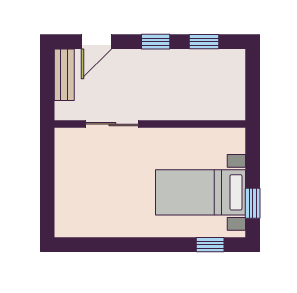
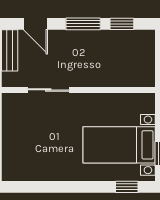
door: (97, 42) -> (36, 24), hinge flipped
window: (156, 42) -> (83, 24), width x1.50

